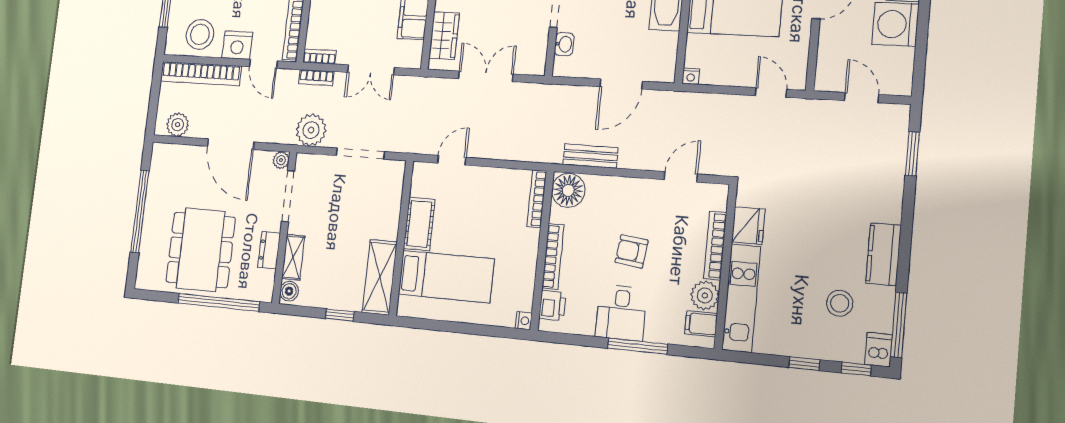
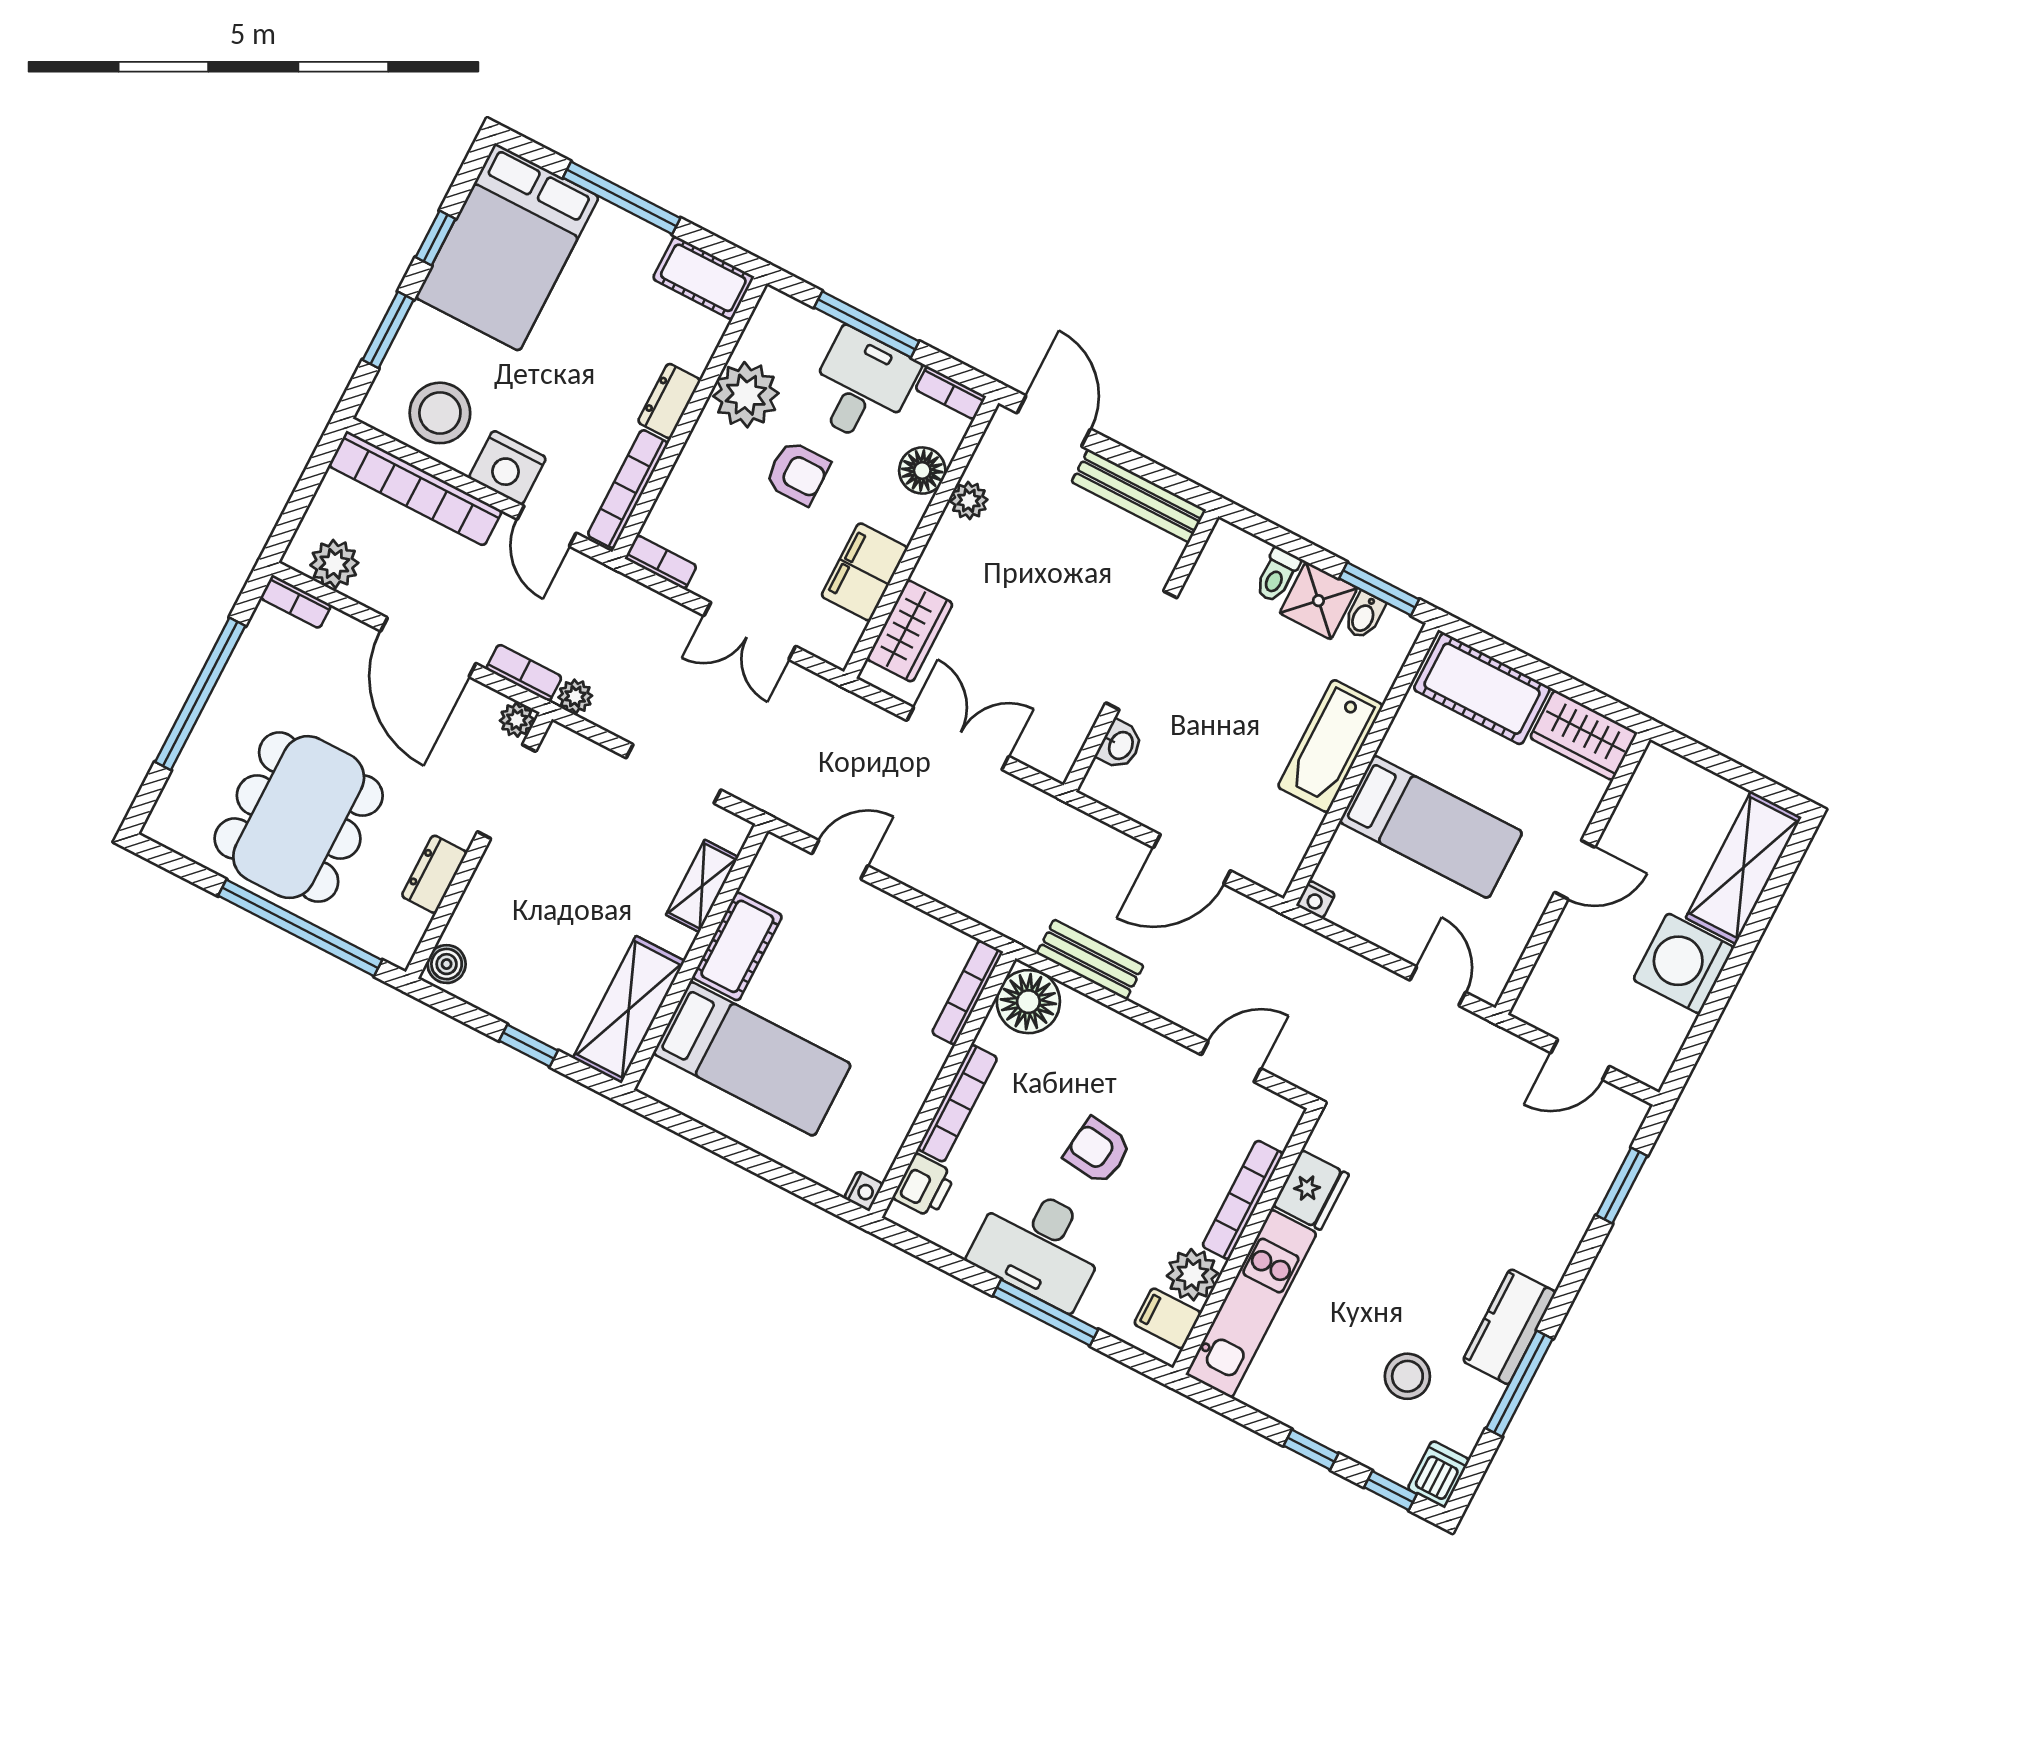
bookcase: (316, 78) -> (524, 673), moved, turned 180
door: (862, 98) -> (1580, 1060), swing flipped
plant: (311, 130) -> (575, 696), width x0.53, depth x0.53
bookcase: (167, 150) -> (296, 602), added
shelving: (293, 257) -> (702, 886), moved
desk: (621, 313) -> (1039, 1246), width x1.37
window: (899, 325) -> (1519, 1384), moved

